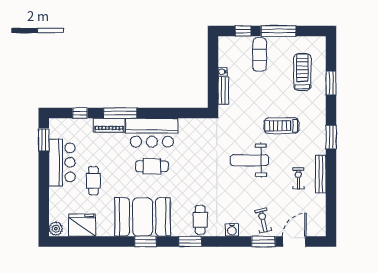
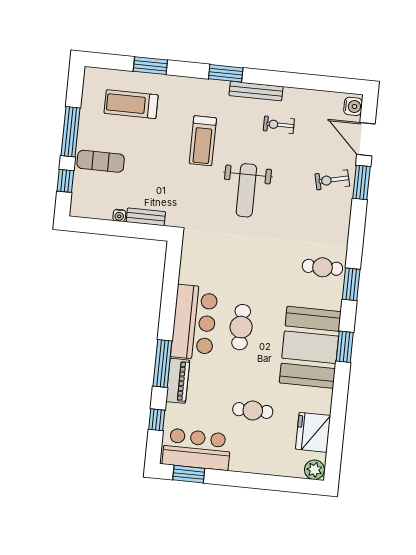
bar counter: (62, 162) -> (197, 449), moved
bench: (321, 174) -> (256, 91), moved
water cooler: (232, 230) -> (353, 106), moved

